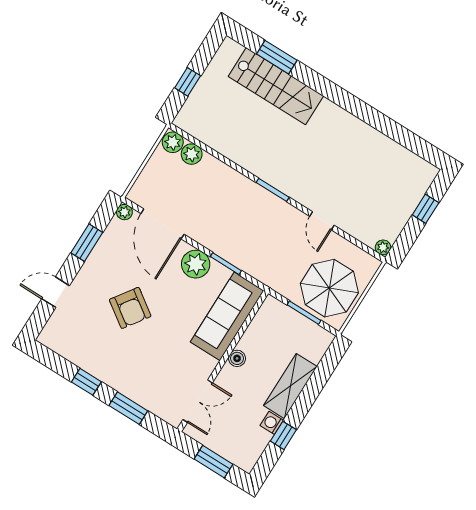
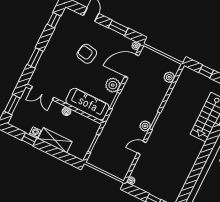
plant: (173, 142) -> (145, 126), moved
parasol: (329, 288) -> (107, 155), removed
armchair: (130, 308) -> (87, 54), turned 66
window: (86, 382) -> (54, 20), moved

